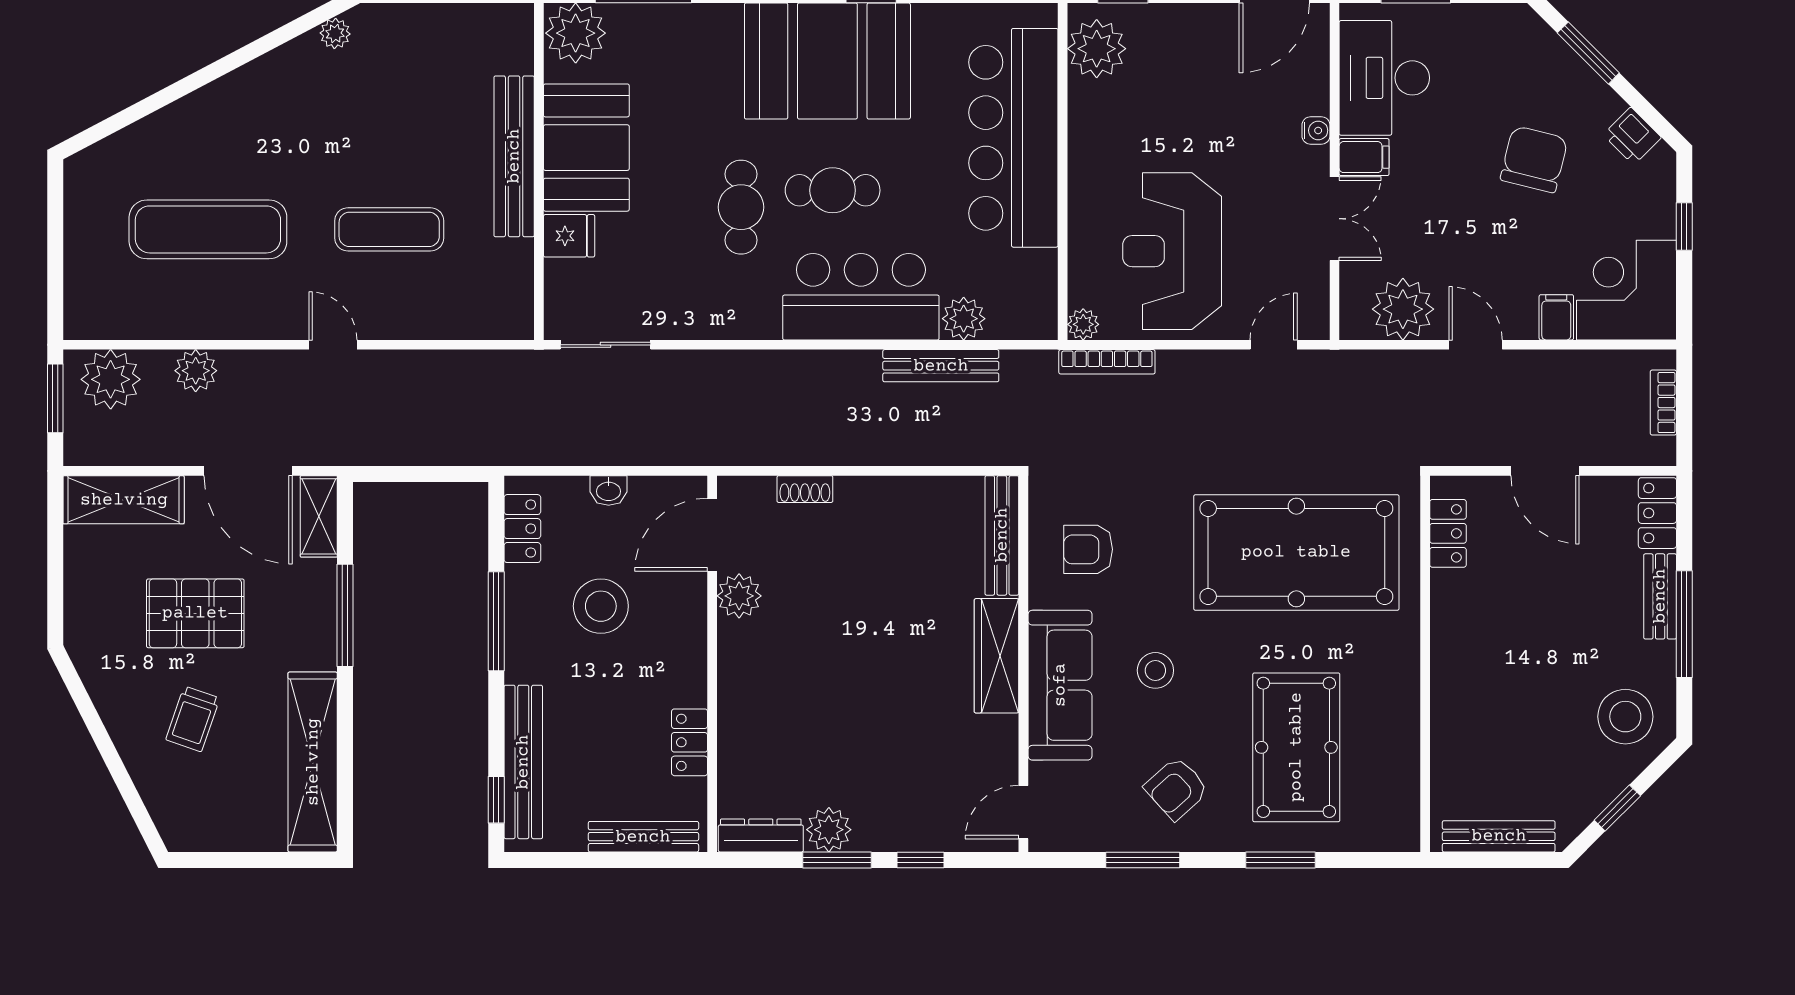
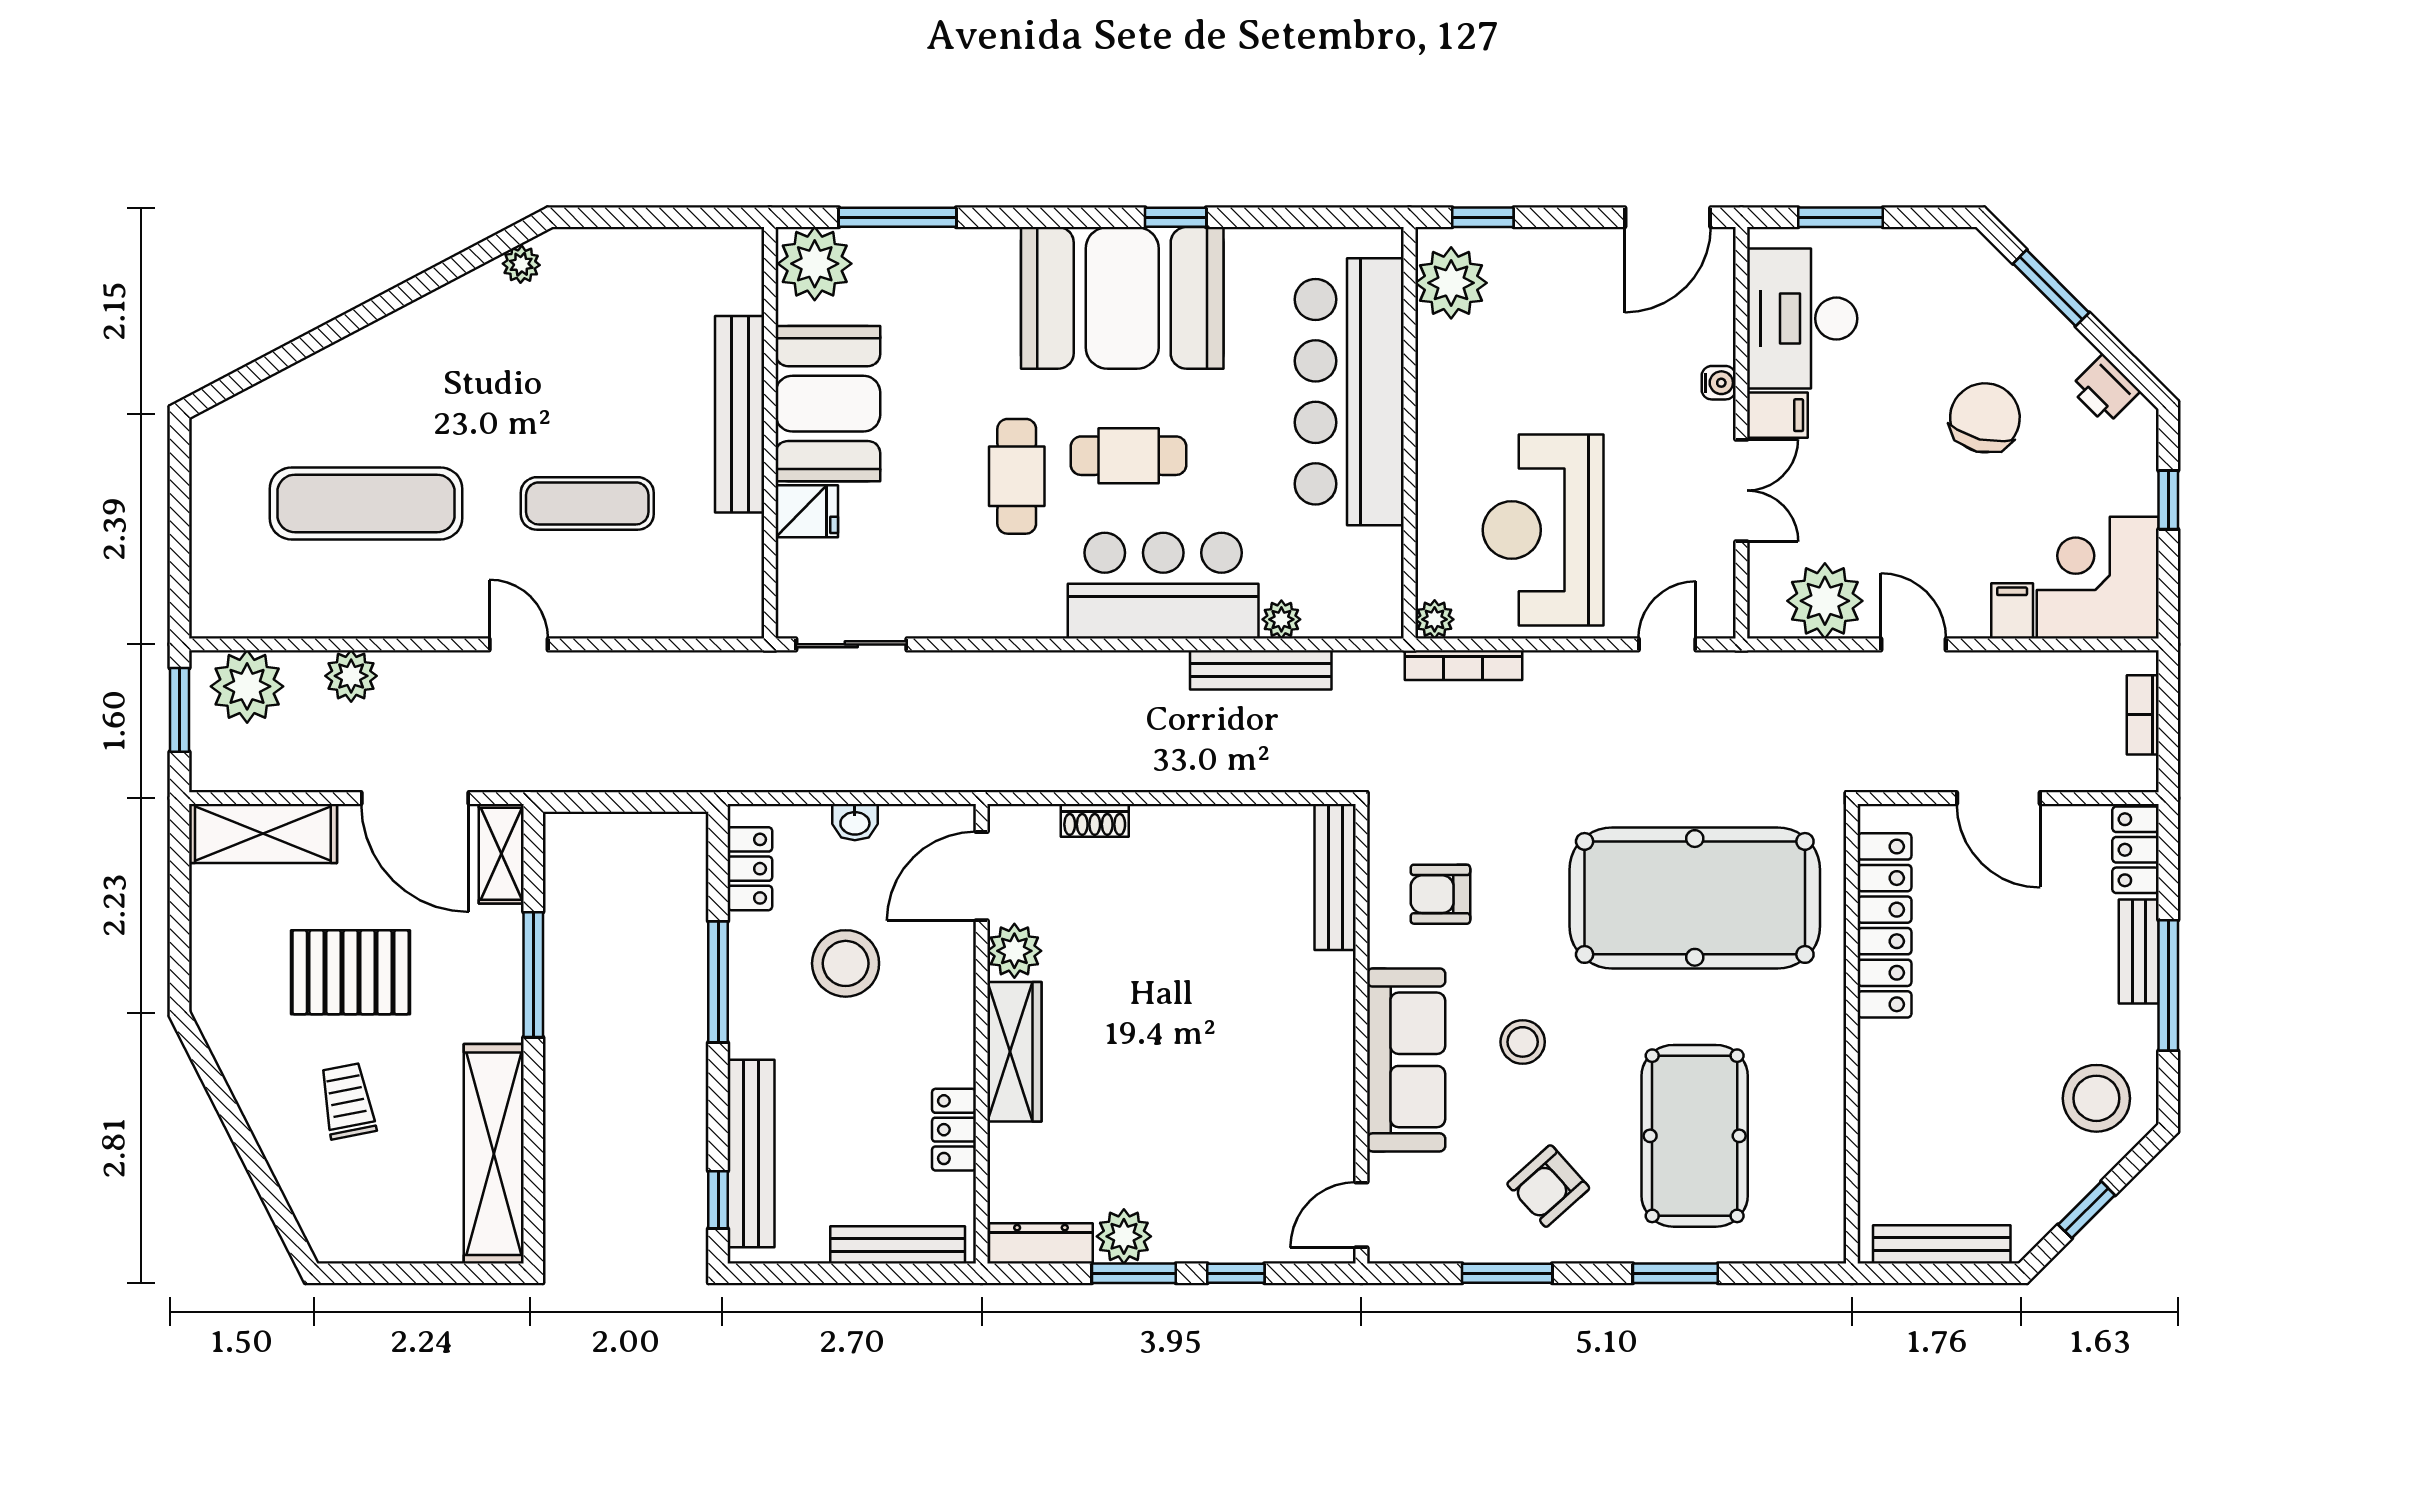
plant: (964, 319) -> (1281, 619), width x0.73, depth x0.73
locker: (1448, 533) -> (1884, 925), width x2.16, depth x1.21
wardrobe: (996, 656) -> (1014, 1052), moved, turned 180
trolley: (193, 719) -> (347, 1101), turned 150

